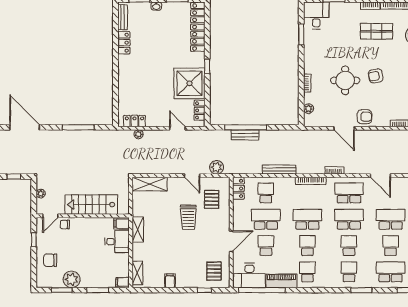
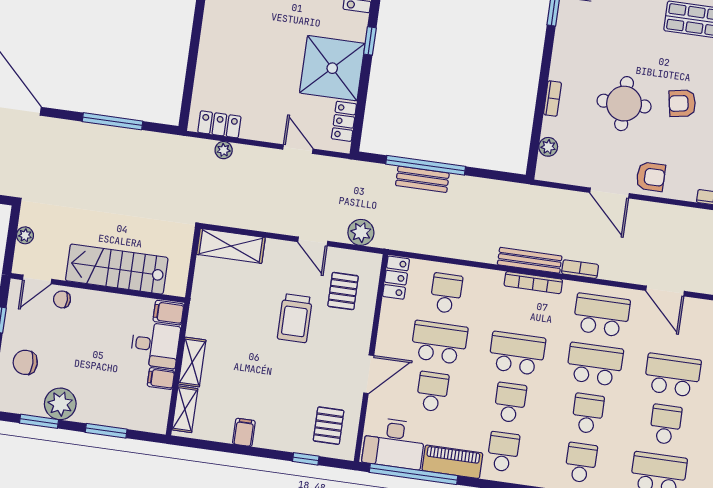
bench: (279, 170) -> (530, 260), moved
shelving: (138, 230) -> (192, 362), moved
filing cabinet: (122, 282) -> (161, 379), moved

